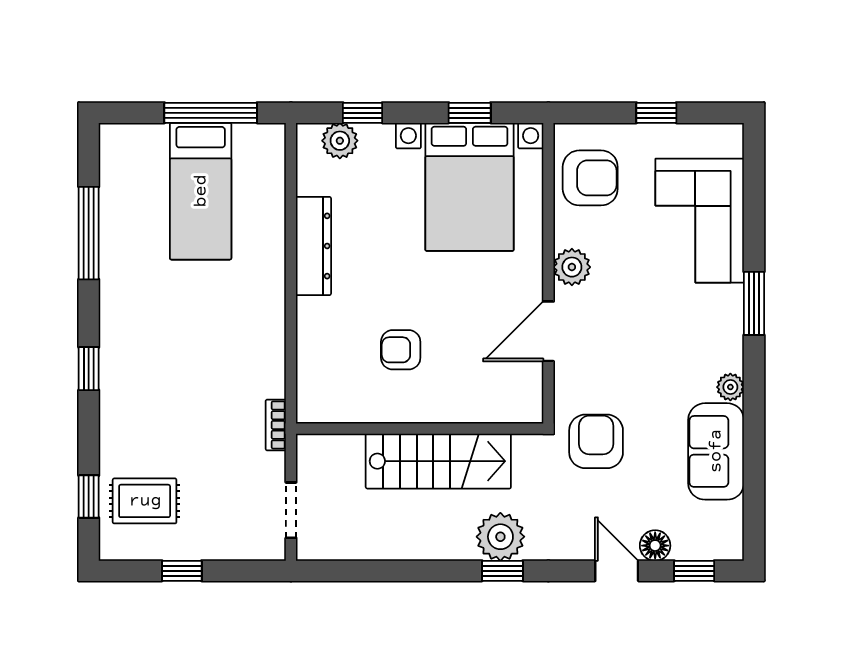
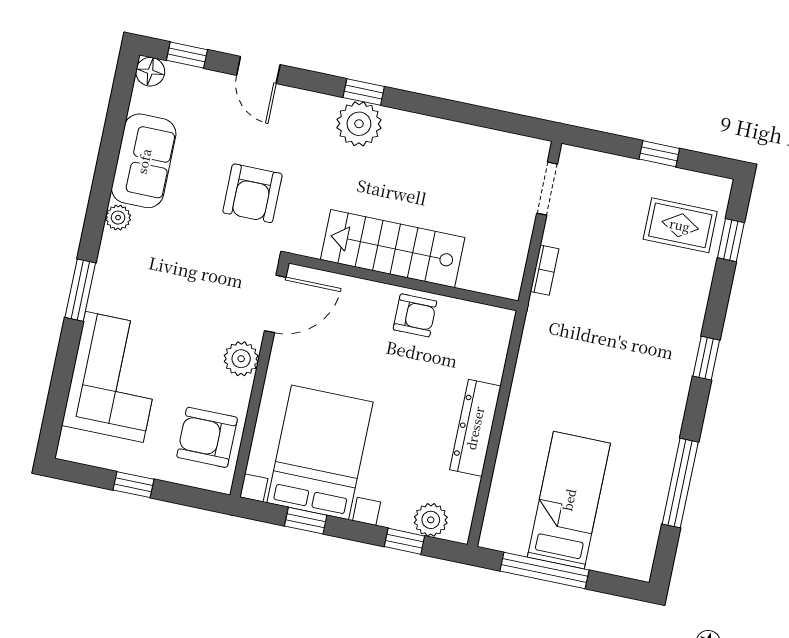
wall: (420, 429) -> (404, 282), moved
stairs: (438, 461) -> (393, 249), moved
floor lamp: (655, 546) -> (150, 72), moved

